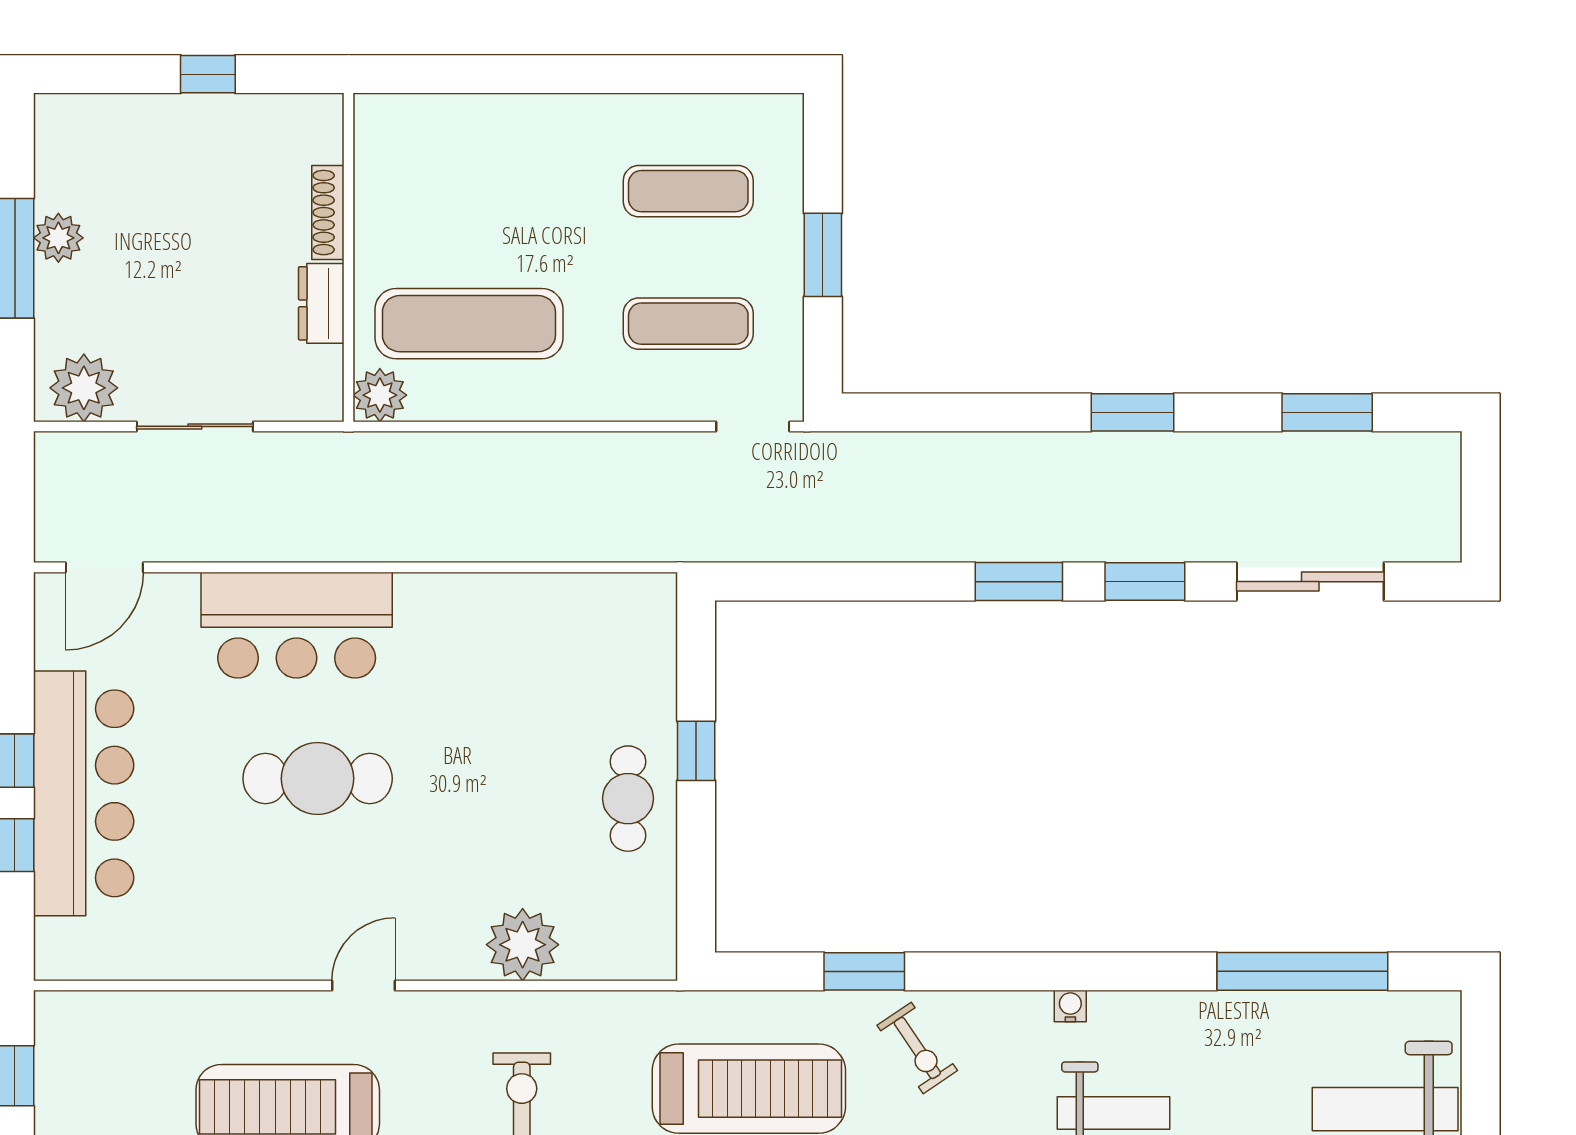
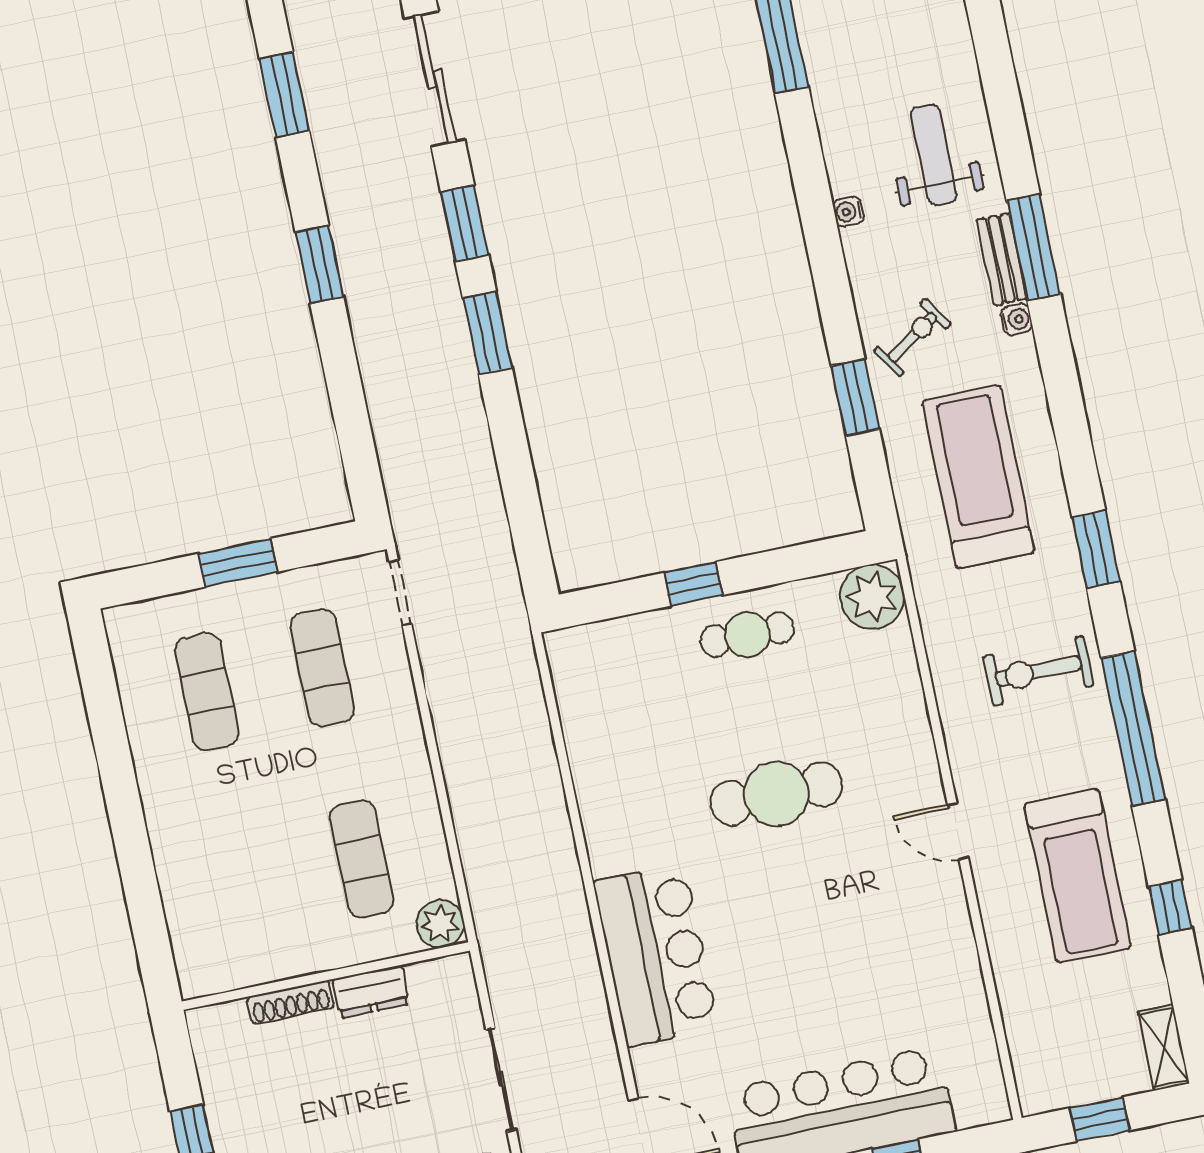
exercise mat: (469, 324) -> (362, 859), width x0.73, depth x0.69
cafe table: (318, 779) -> (776, 794), moved, turned 90
plant: (523, 945) -> (872, 597), moved

